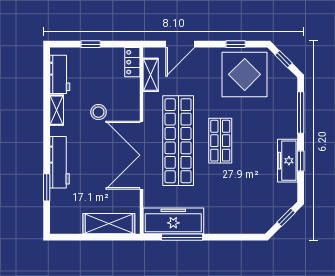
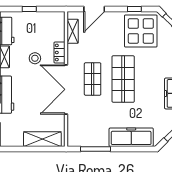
locker: (132, 62) -> (59, 52), moved
shop shelf: (178, 141) -> (93, 79), width x0.50, depth x0.74
shop shelf: (220, 141) -> (123, 79), width x1.43, depth x1.36
freezer: (173, 221) -> (131, 137), moved

